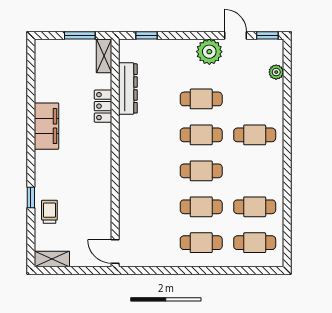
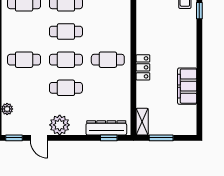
dresser: (128, 88) -> (106, 128), moved, turned 90
locker: (103, 106) -> (143, 67), moved
filing cabinet: (47, 126) -> (187, 86), moved
cafe table: (148, 135) -> (108, 60), added

